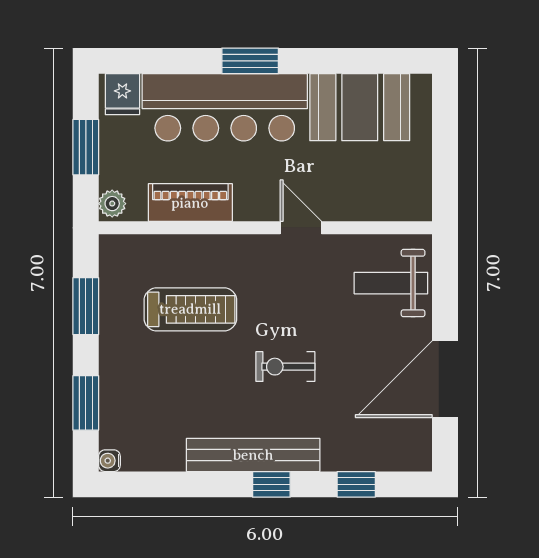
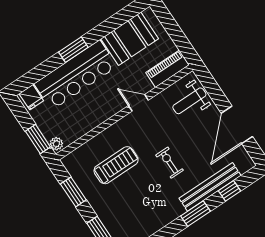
window: (86, 147) -> (38, 139), moved
piano: (190, 203) -> (168, 69), moved
exercise bike: (285, 367) -> (169, 163), turned 90
bench: (253, 455) -> (210, 187), moved
window: (271, 484) -> (195, 214), width x1.50

